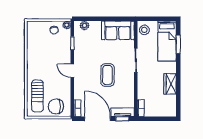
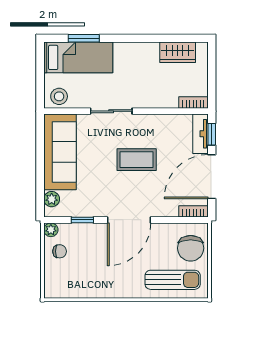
sofa: (118, 30) -> (60, 152), width x1.36
door: (72, 71) -> (129, 220), width x1.88
wardrobe: (170, 84) -> (178, 52), moved

